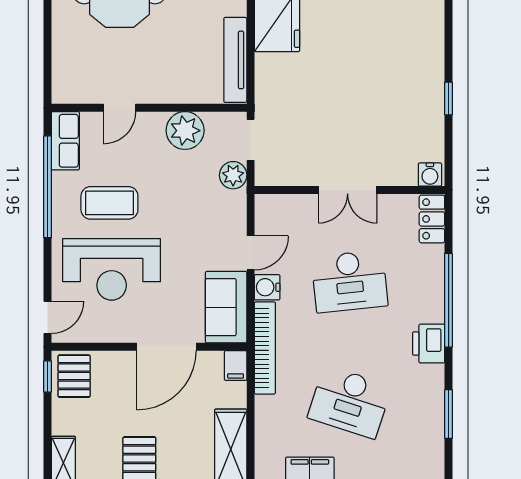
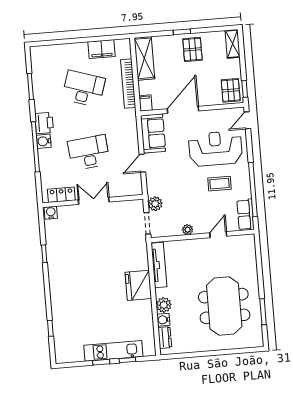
plant: (185, 131) -> (188, 230), width x0.53, depth x0.53
coffee table: (109, 203) -> (219, 184), width x0.73, depth x0.77
locker: (432, 219) -> (61, 195), moved, turned -90
water cooler: (267, 287) -> (44, 141), moved, turned 180
bookcase: (265, 348) -> (128, 84), moved

